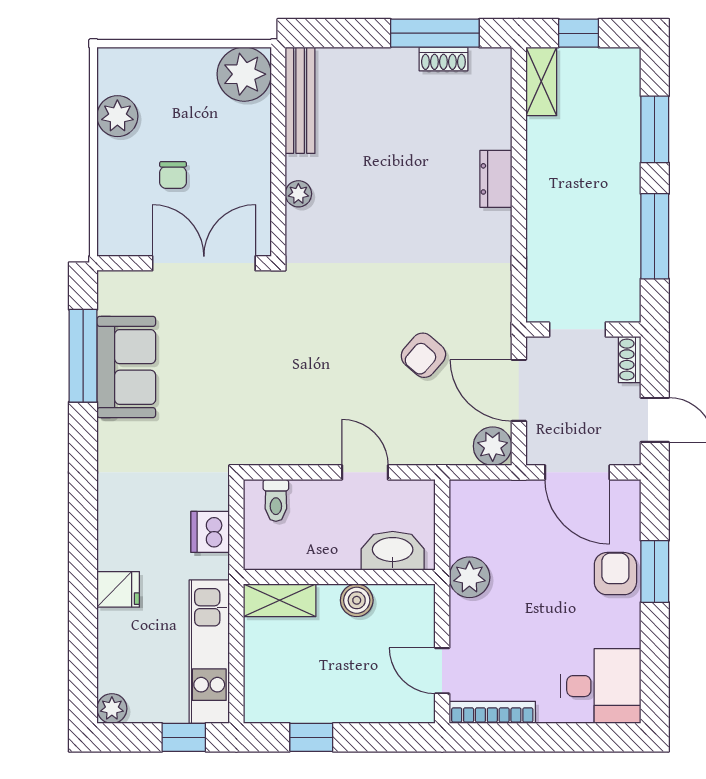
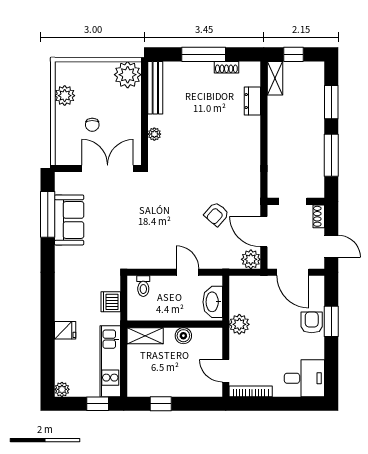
window: (435, 33) -> (204, 54), moved
dresser: (496, 179) -> (252, 101), moved
washbasin: (393, 551) -> (213, 302), moved, turned -90

